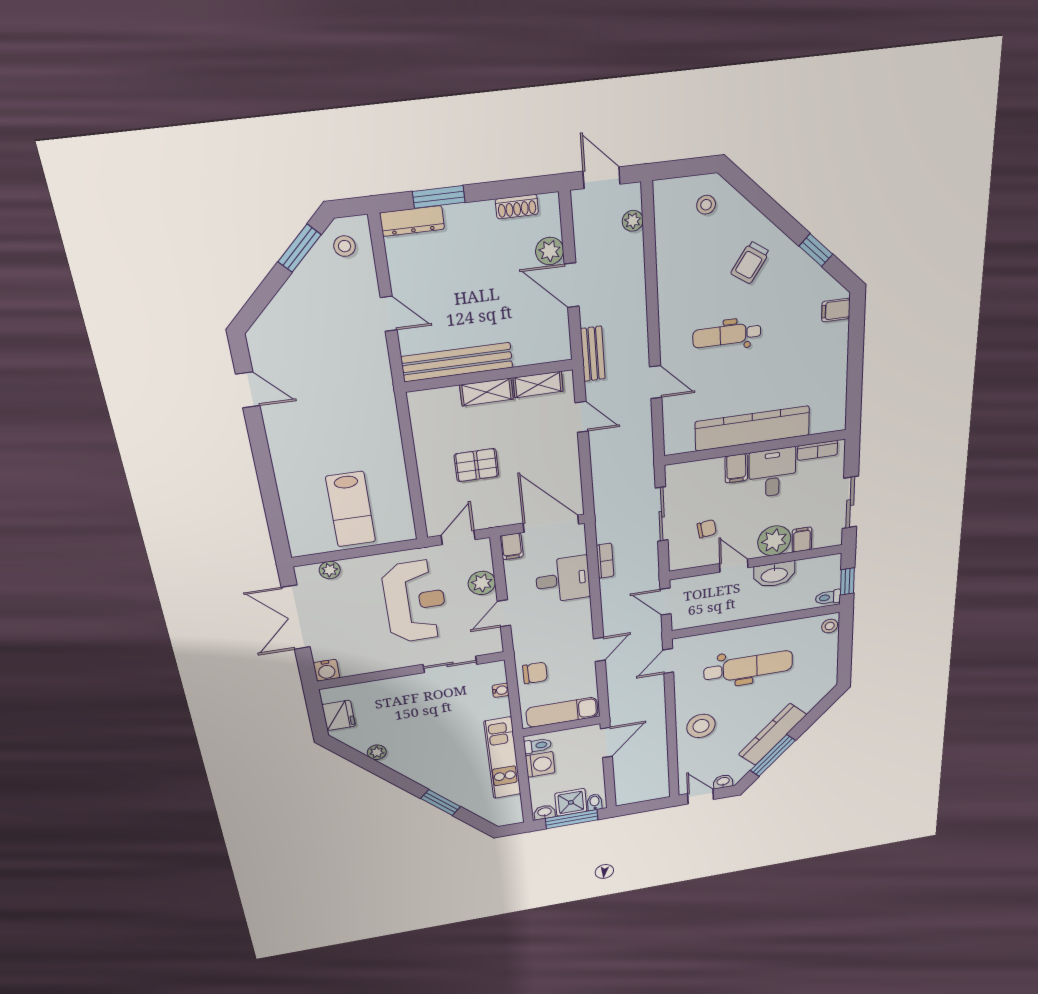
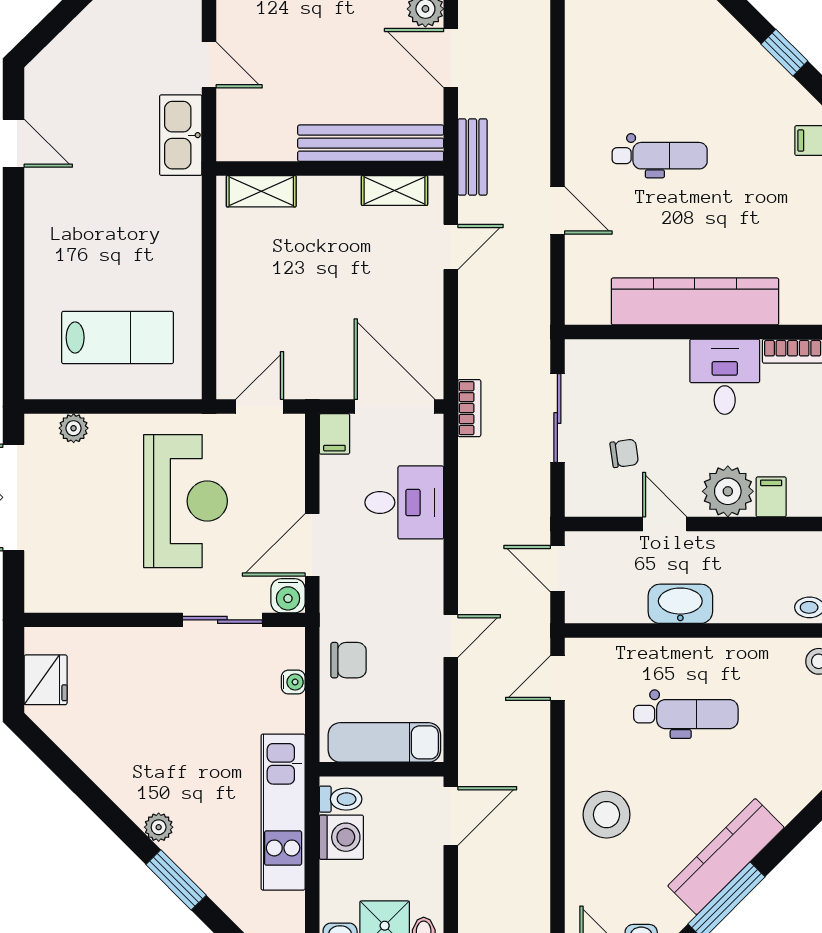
trolley: (750, 263) -> (693, 58), removed
dental chair: (727, 335) -> (660, 156), turned 180
bench: (457, 362) -> (371, 143), moved
kitchen sink: (375, 367) -> (181, 135), added
shelving: (486, 392) -> (261, 191), moved
door: (582, 417) -> (451, 247), hinge flipped
pallet: (476, 465) -> (298, 297), removed
filing cabinet: (736, 468) -> (671, 361), removed
lab bench: (351, 509) -> (118, 338), turned -90
bookcase: (605, 561) -> (469, 408), moved
washbasin: (774, 575) -> (680, 604), moved, turned 180
plant: (482, 583) -> (285, 487), removed
door: (504, 613) -> (312, 545), width x1.38
dental chair: (748, 667) -> (686, 714), width x0.73, depth x0.72
water cooler: (326, 670) -> (288, 596), moved
plant: (377, 752) -> (159, 827), moved

